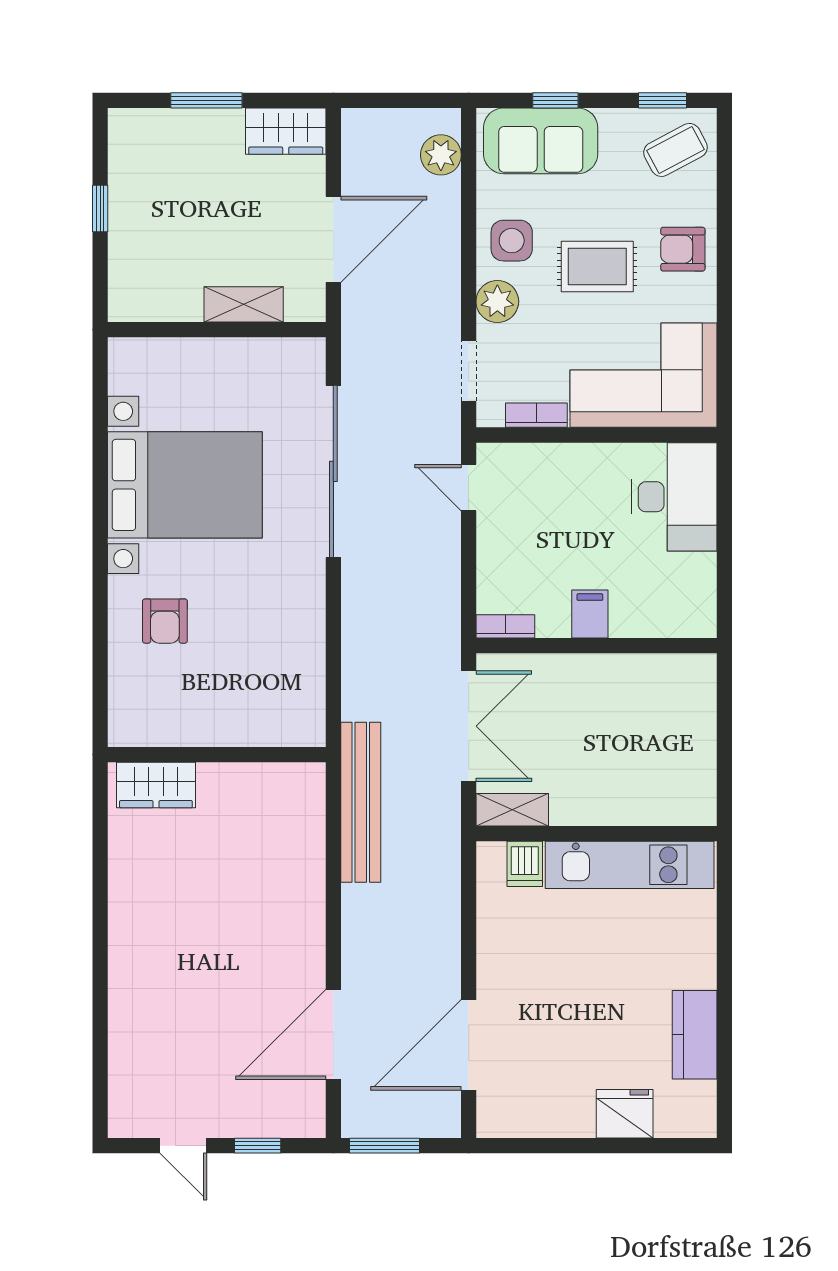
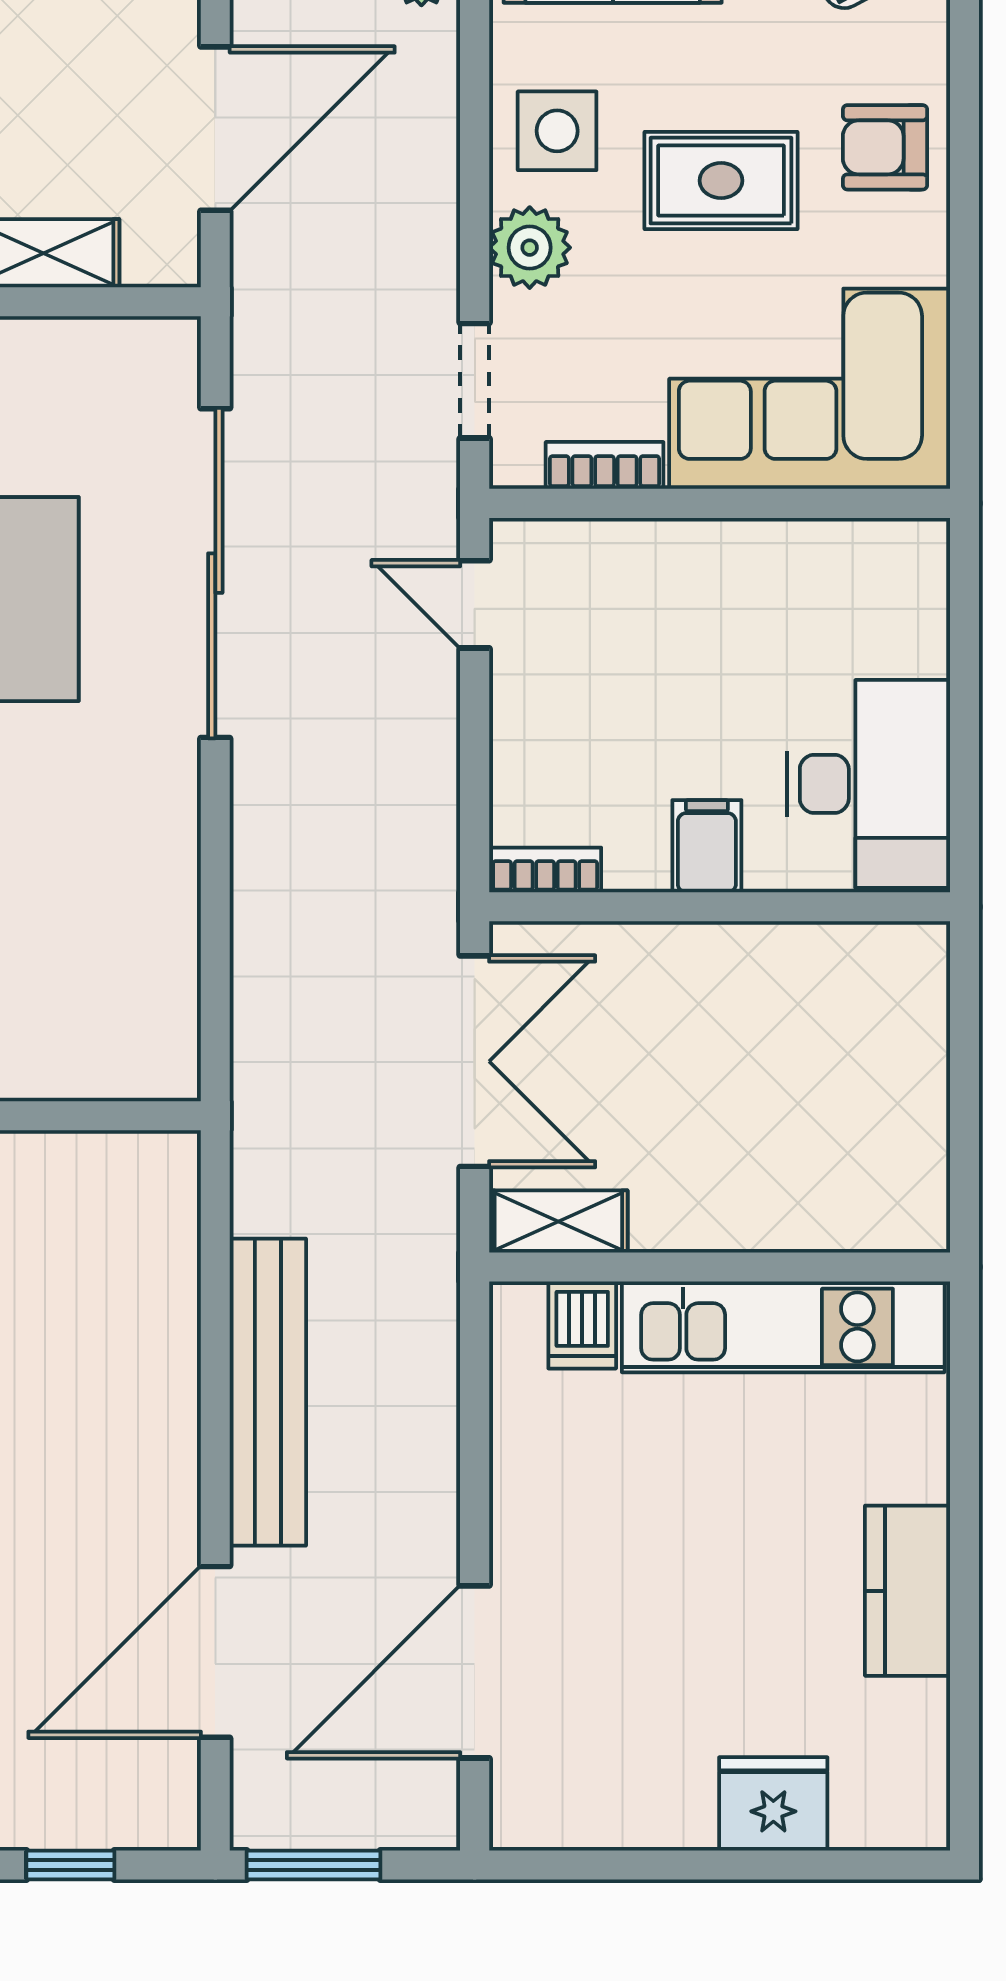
desk: (674, 497) -> (868, 784), moved
bench: (361, 802) -> (268, 1392), moved
kitchen counter: (695, 1035) -> (908, 1591), moved

